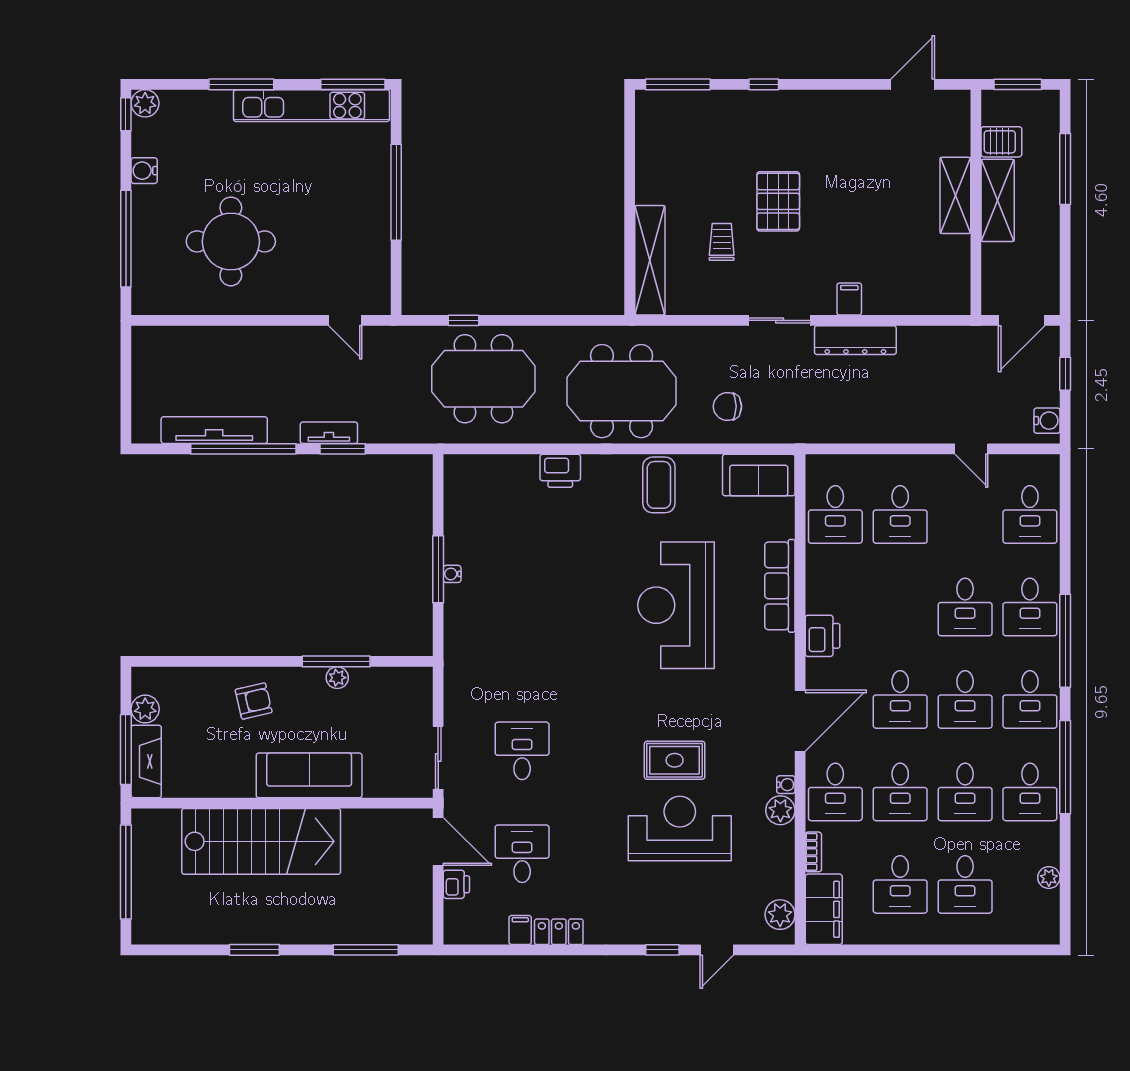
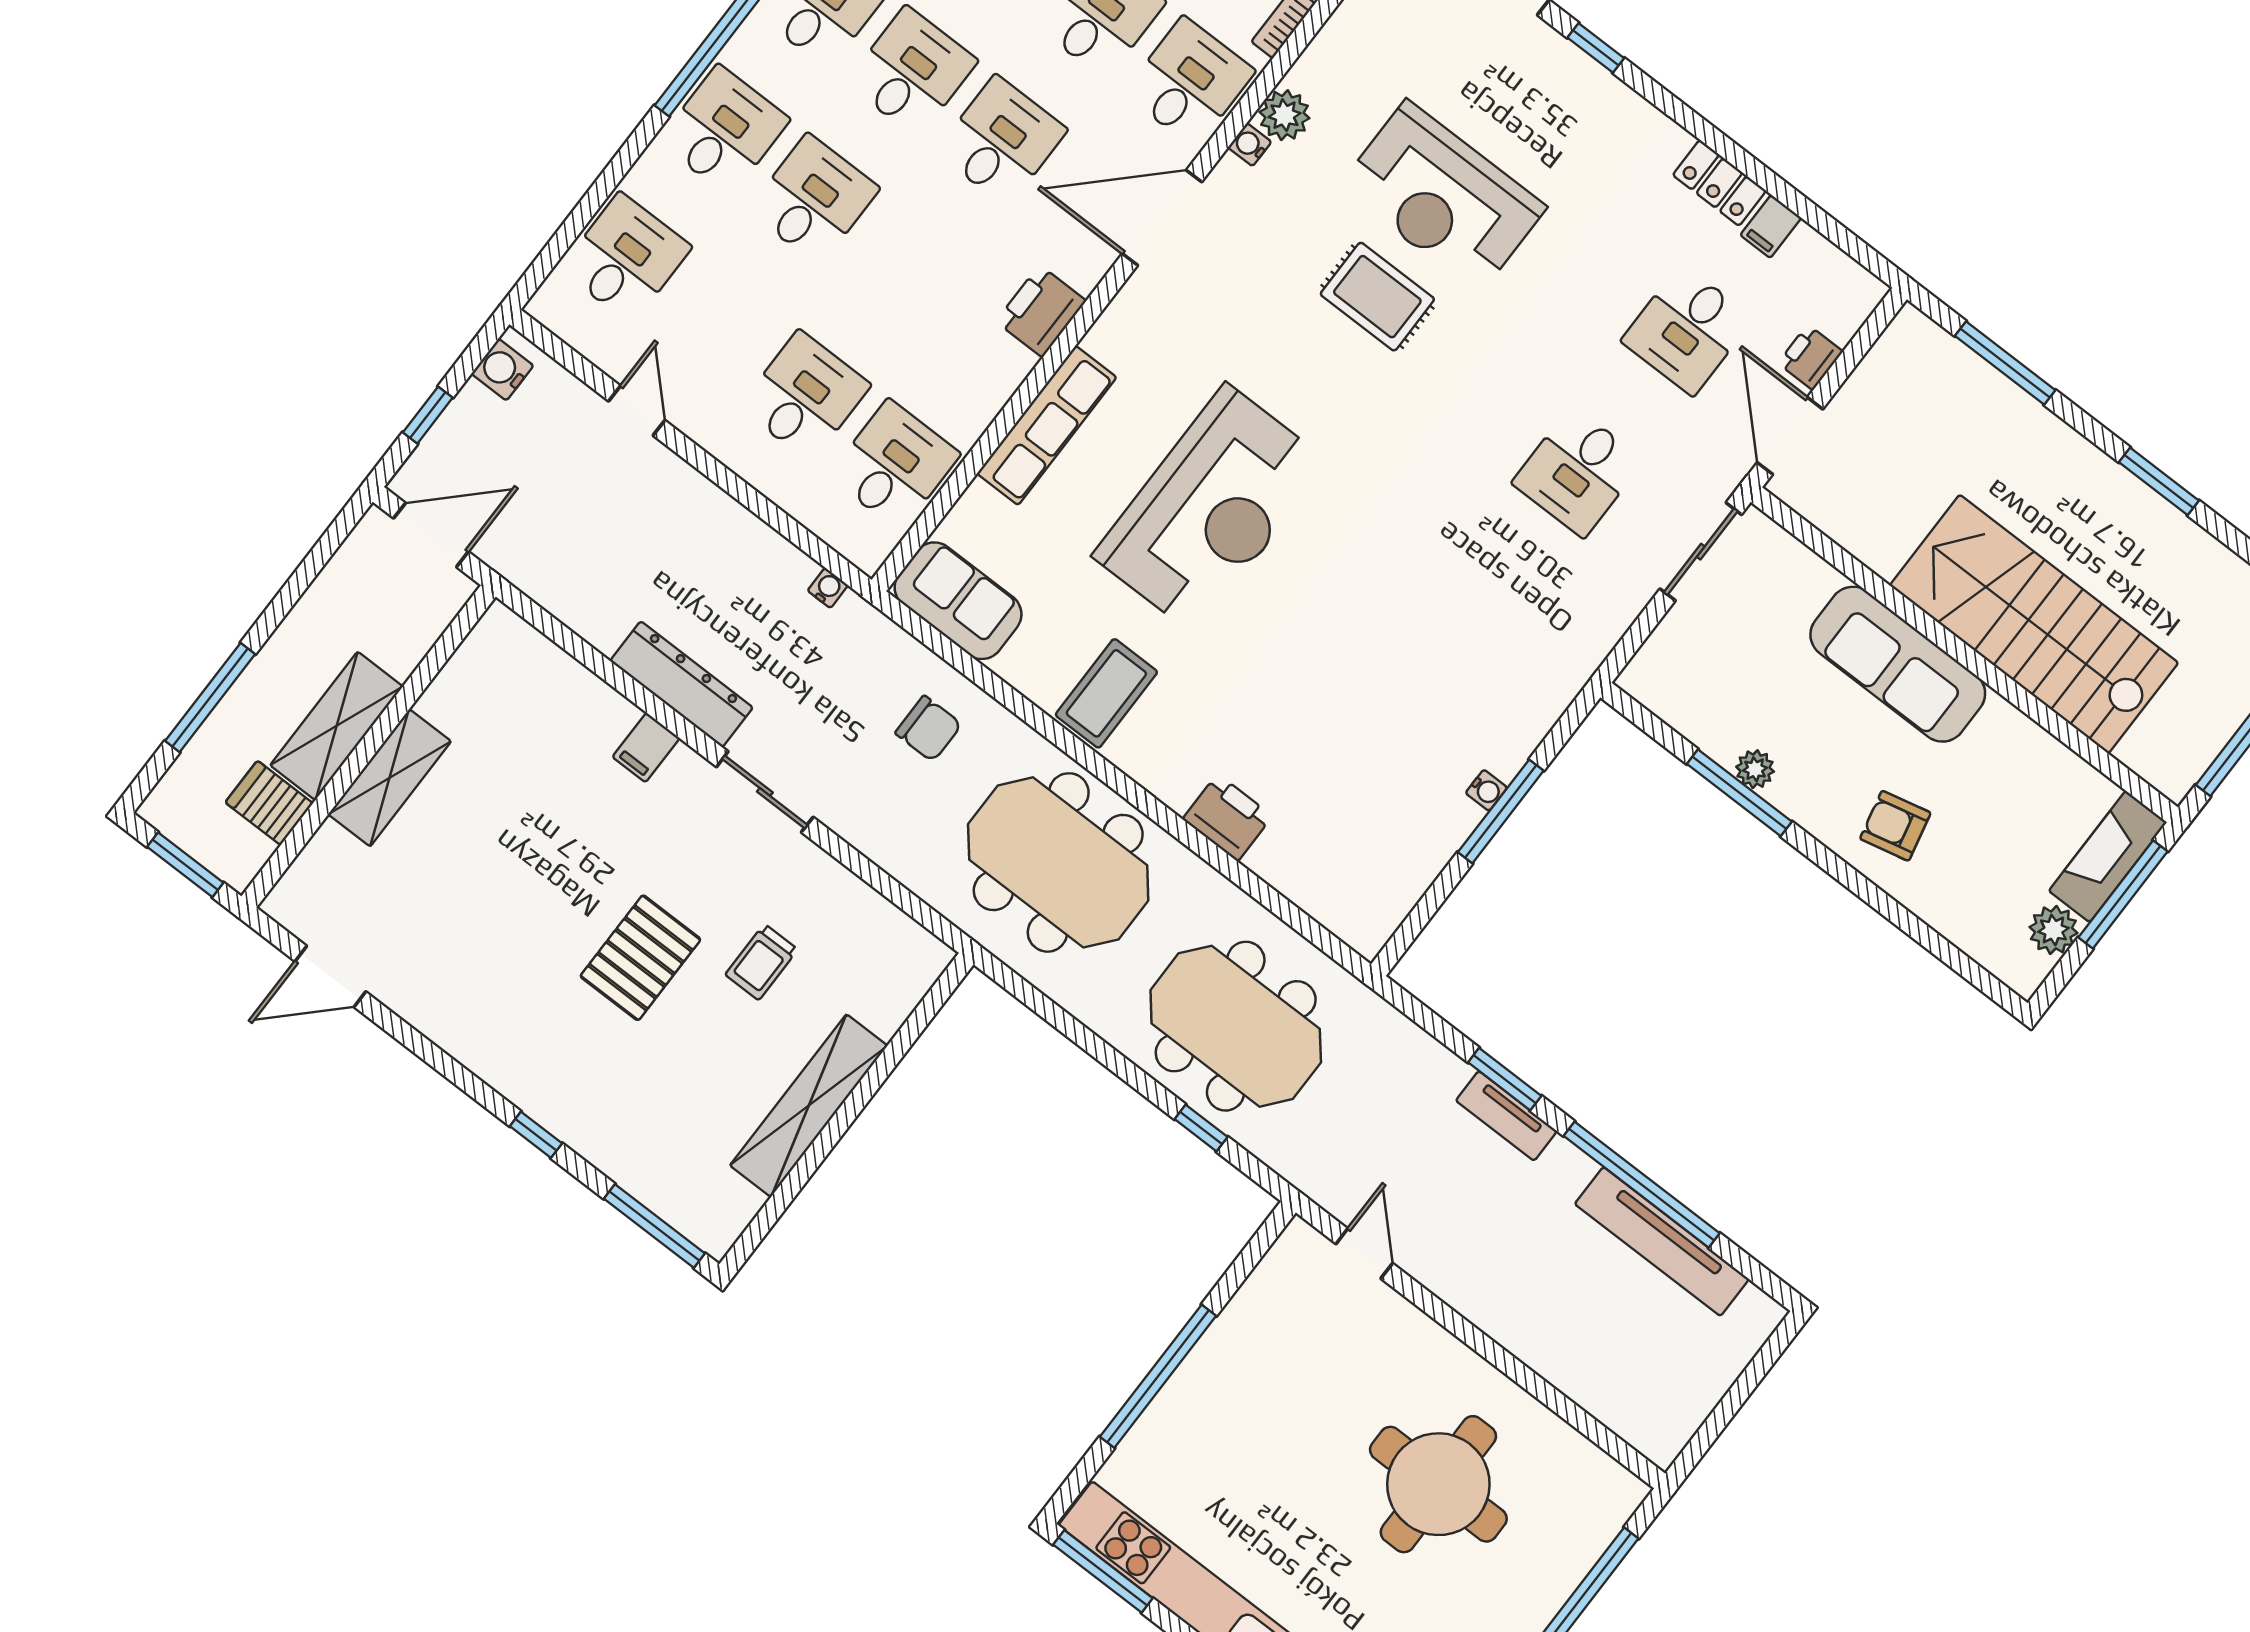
shelving: (650, 260) -> (809, 1106), moved
water cooler: (823, 435) -> (828, 588), added

